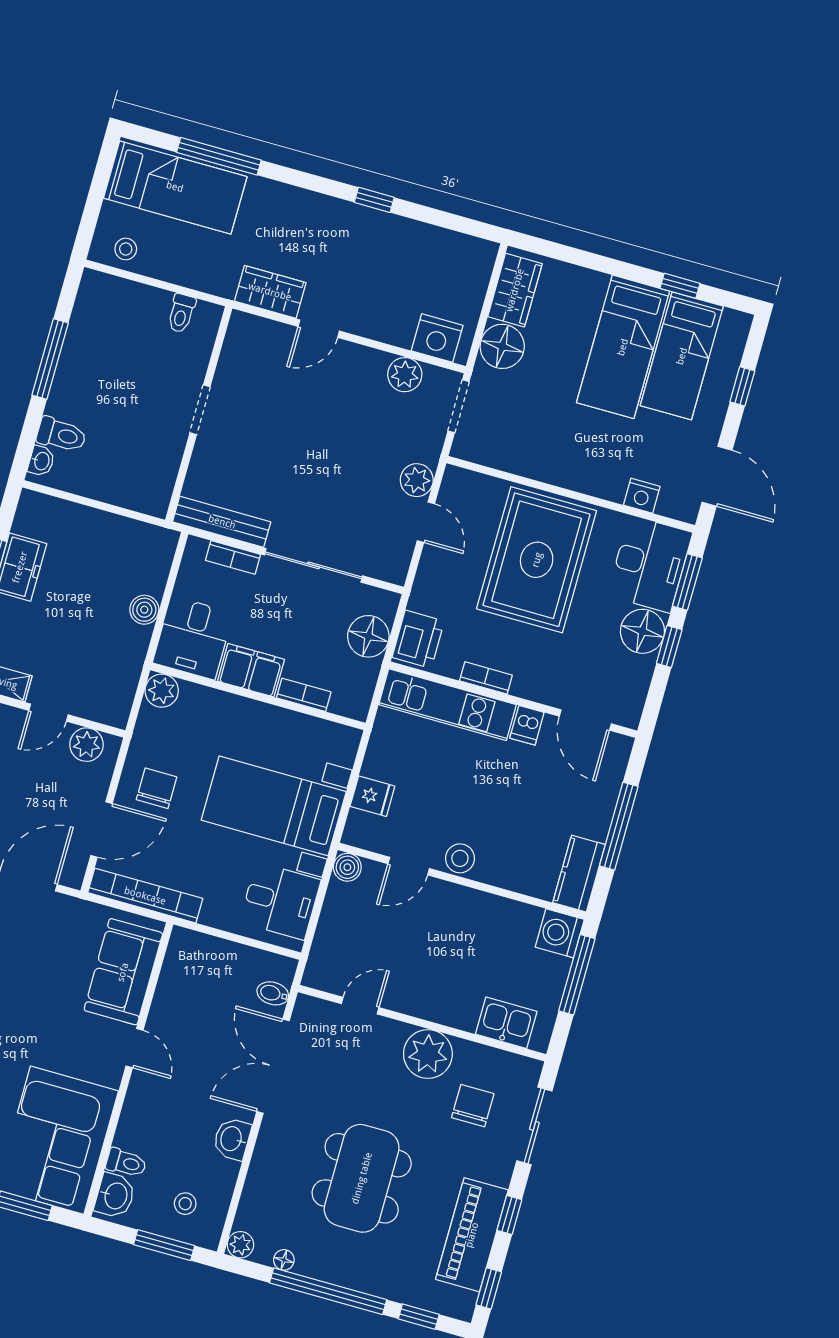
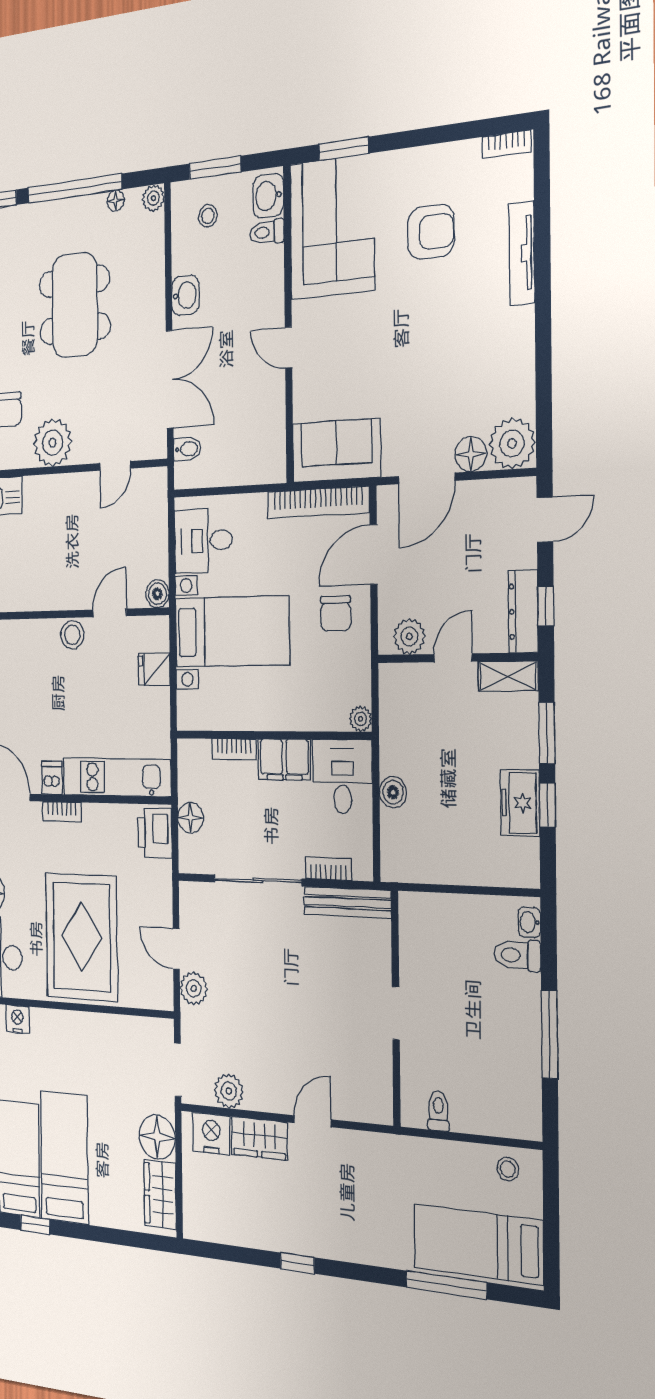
wardrobe: (270, 292) -> (259, 1138), moved
floor lamp: (368, 636) -> (191, 818), width x0.73, depth x0.73
bookcase: (486, 678) -> (62, 812), moved
plant: (162, 691) -> (361, 719), width x0.73, depth x0.73
sofa: (123, 972) -> (336, 451), moved, turned -90

